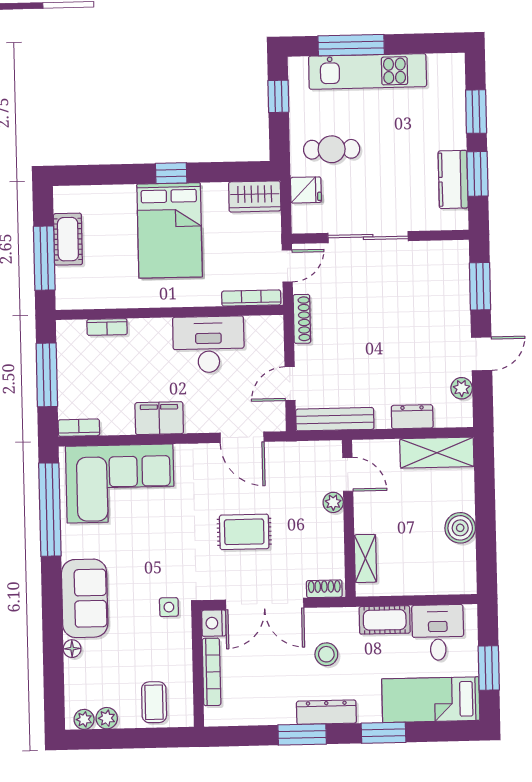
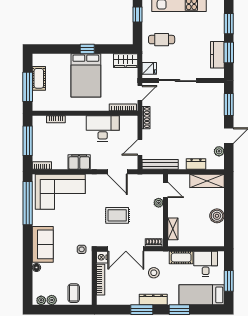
fridge: (306, 190) -> (149, 68), moved

